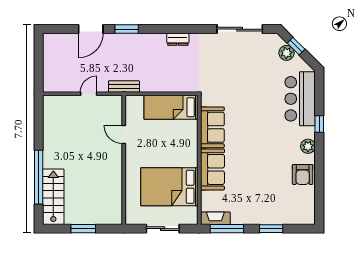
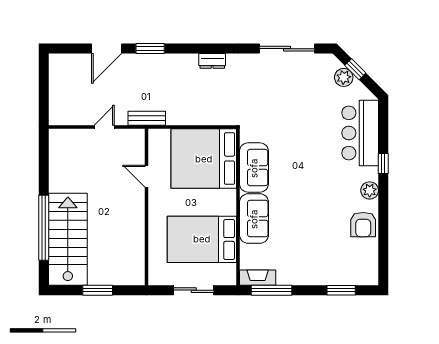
bed: (171, 107) -> (204, 159), width x2.04
stairs: (53, 197) -> (68, 239), width x1.36, depth x1.51
window: (271, 229) -> (341, 290), moved

